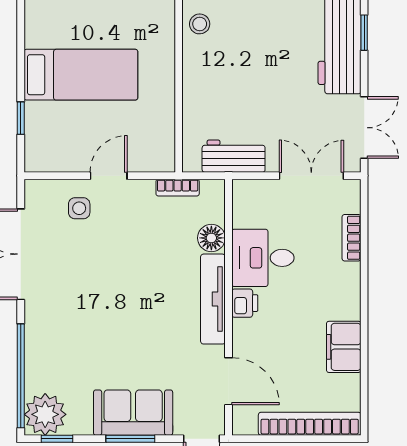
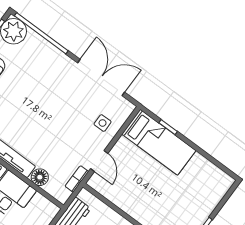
bed: (81, 75) -> (159, 142), moved, turned -90
door: (109, 176) -> (99, 161), moved

